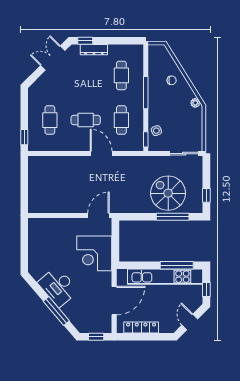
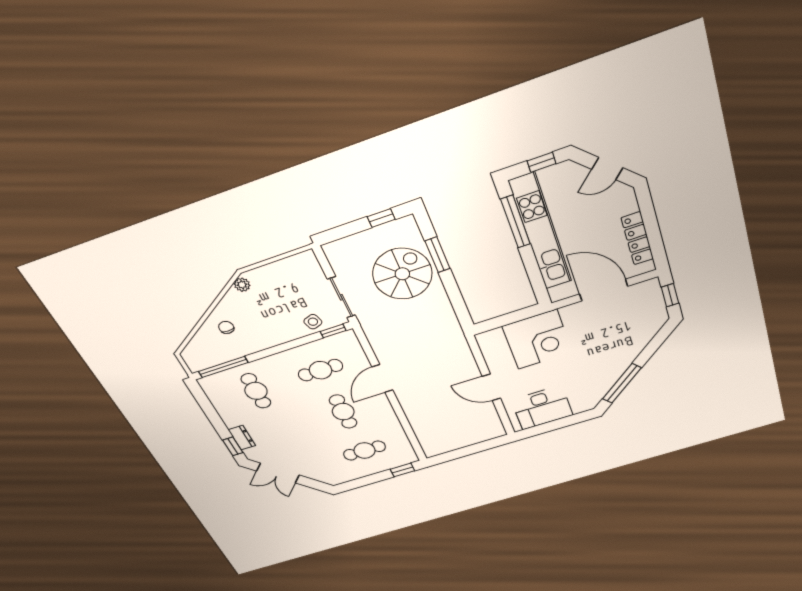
dresser: (94, 50) -> (242, 438), width x0.70
cafe table: (121, 75) -> (256, 391), turned 90
window: (146, 93) -> (223, 367), moved
sliding door: (184, 154) -> (341, 297), moved
spiral stairs: (168, 193) -> (402, 274), turned 180
door: (99, 215) -> (491, 387), moved
window: (173, 217) -> (438, 255), width x0.69
desk: (58, 287) -> (542, 408), moved, turned 40
window: (56, 311) -> (622, 383), moved

